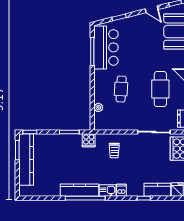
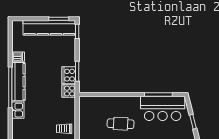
plant: (98, 107) -> (102, 101), removed
cooker: (73, 140) -> (69, 75), added
trolley: (114, 151) -> (64, 129), moved
dishwasher: (121, 190) -> (18, 57), moved

